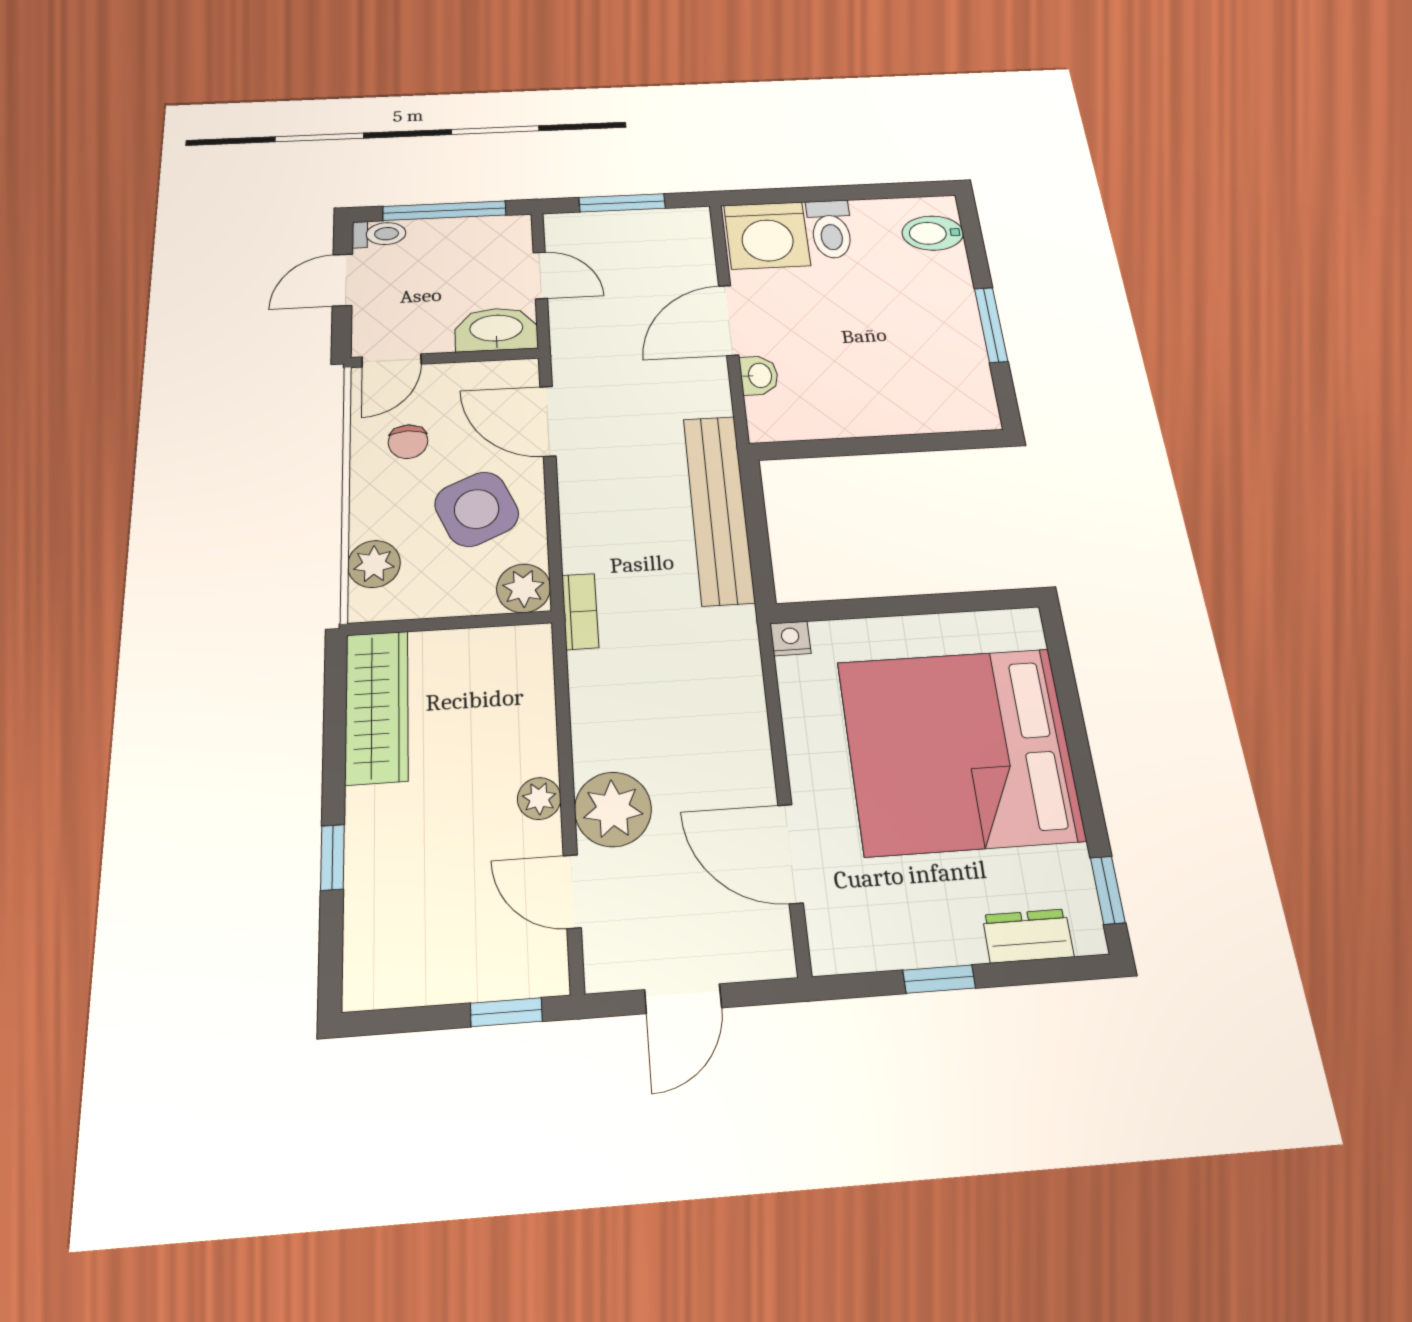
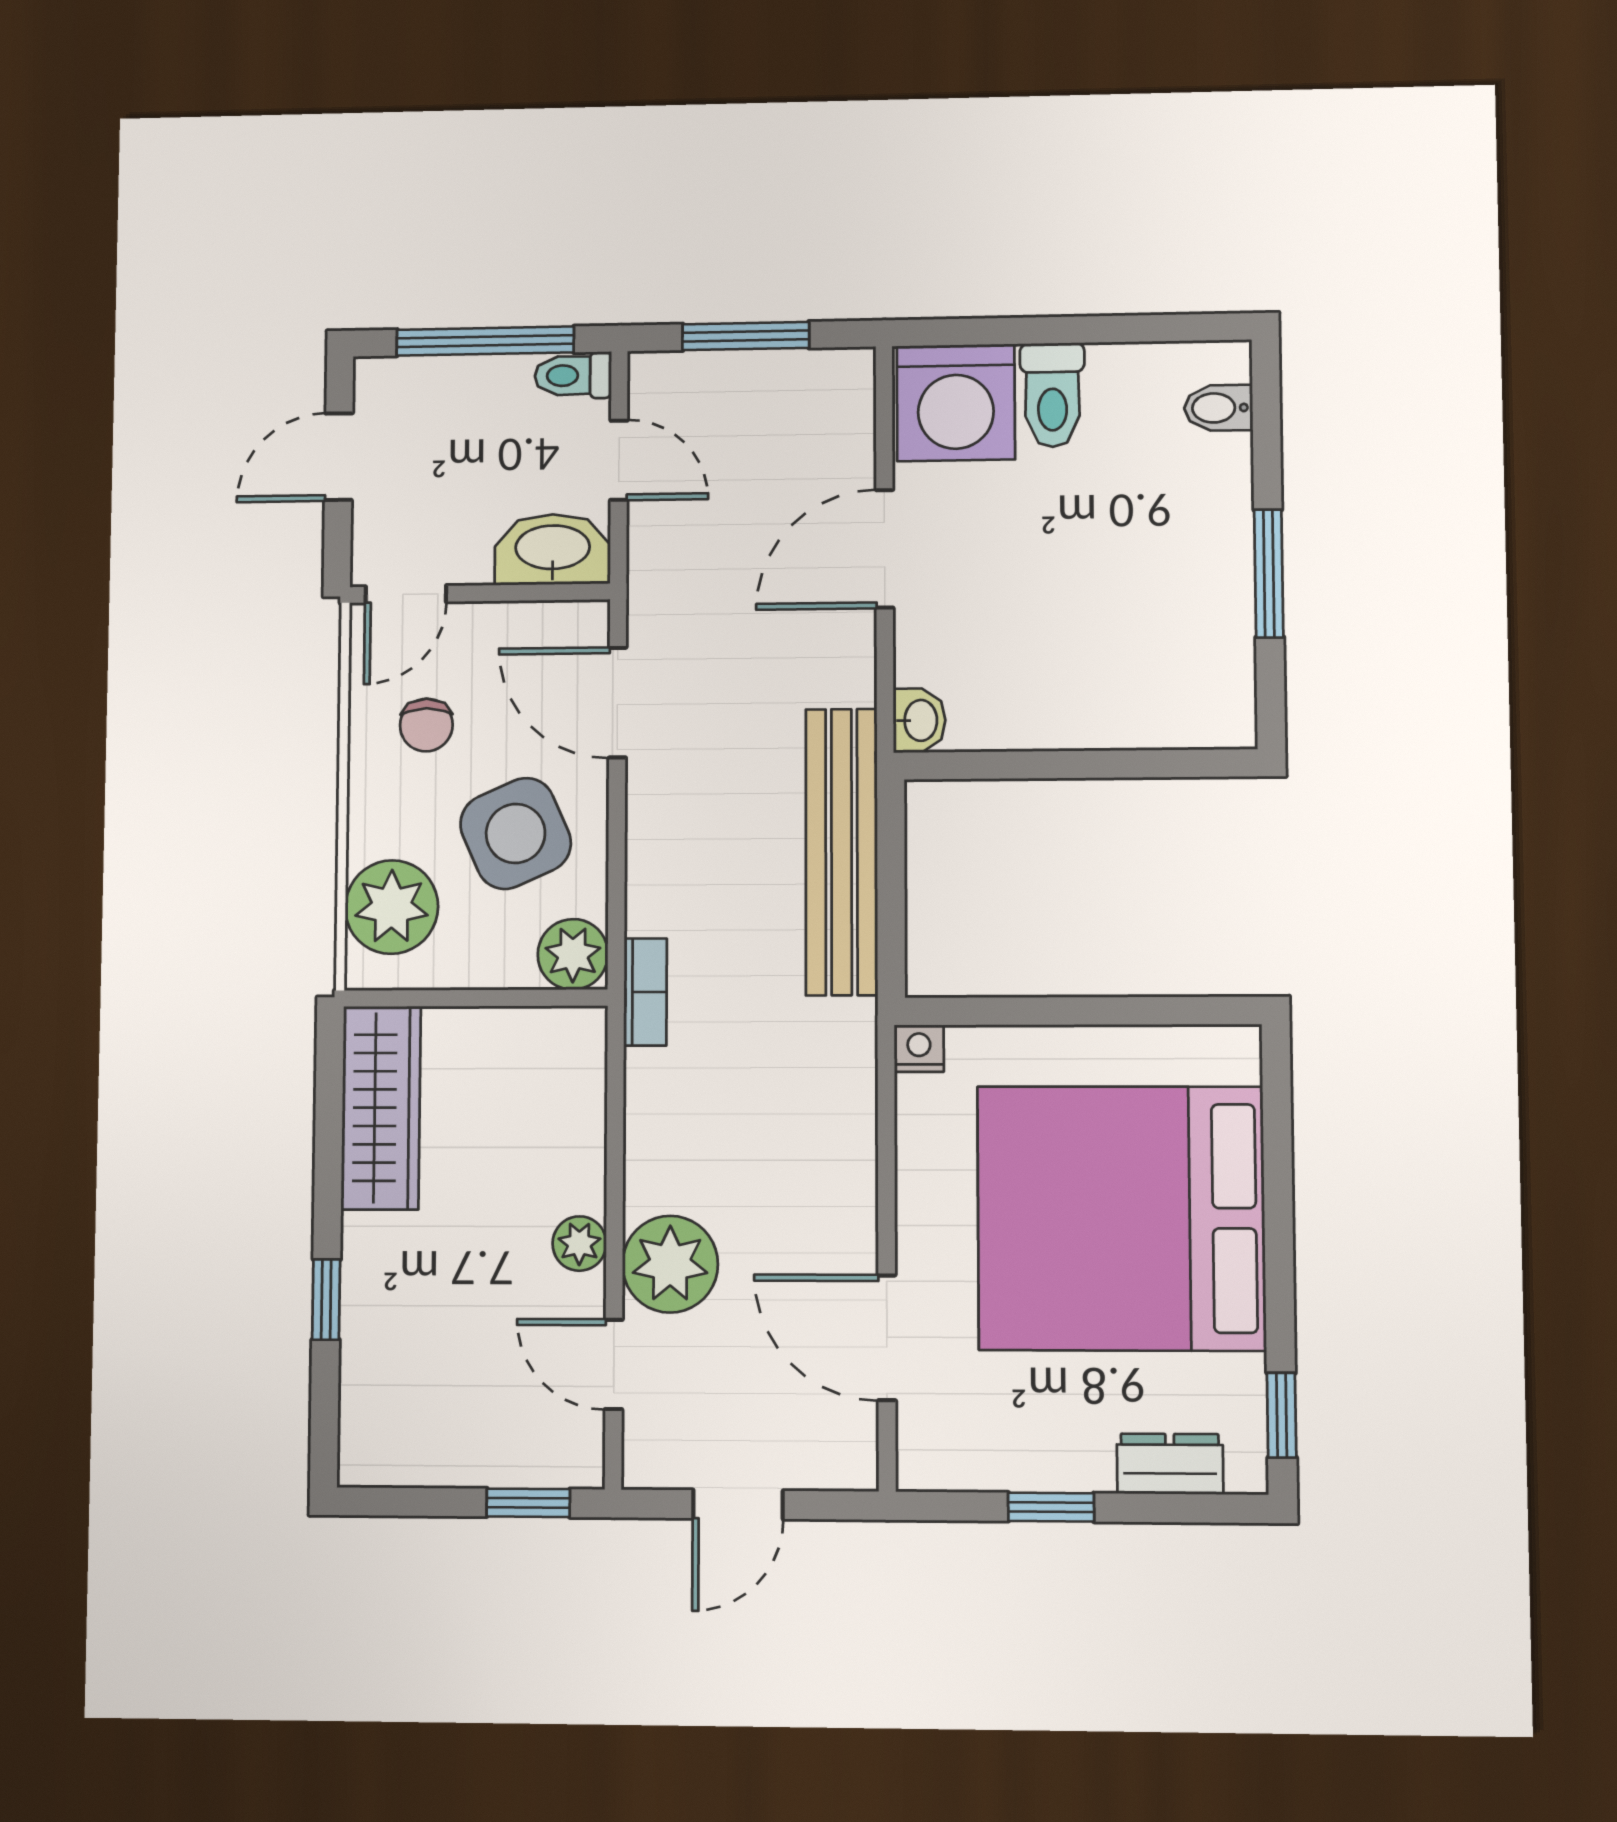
bidet: (933, 233) -> (1218, 408), width x0.72, depth x0.74
toilet: (379, 234) -> (573, 375), moved, turned 180
washbasin: (759, 375) -> (919, 720), moved
plant: (374, 564) -> (392, 907), width x1.36, depth x1.36

